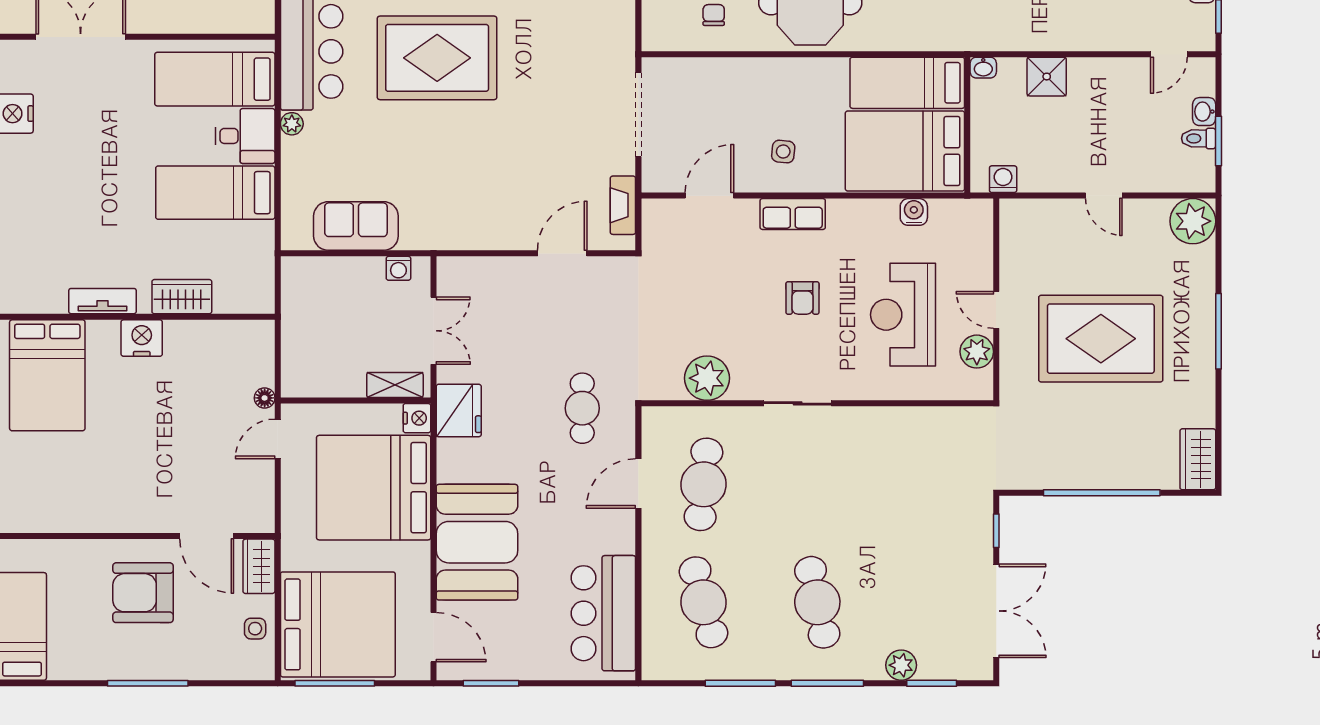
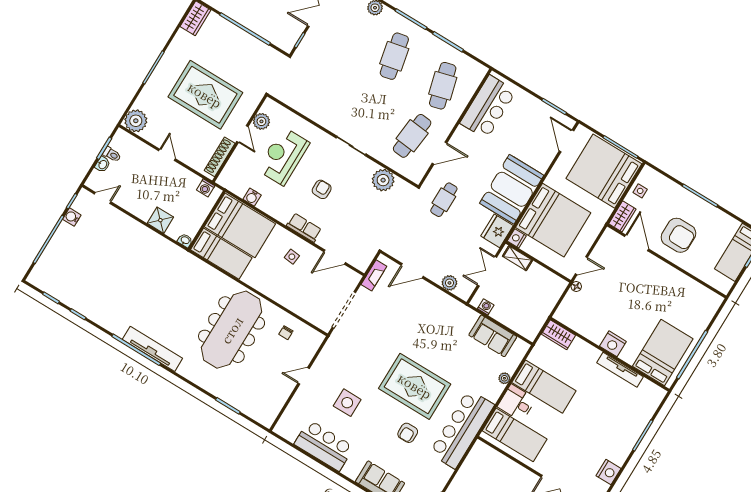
plant: (292, 124) -> (504, 378), moved
shoe rack: (1011, 247) -> (220, 157), added
plant: (486, 271) -> (449, 283), added
wardrobe: (182, 297) -> (559, 335), moved
tv unit: (102, 301) -> (620, 370), width x1.41
reception desk: (903, 315) -> (283, 156), turned 180
booth: (477, 542) -> (512, 189), moved

